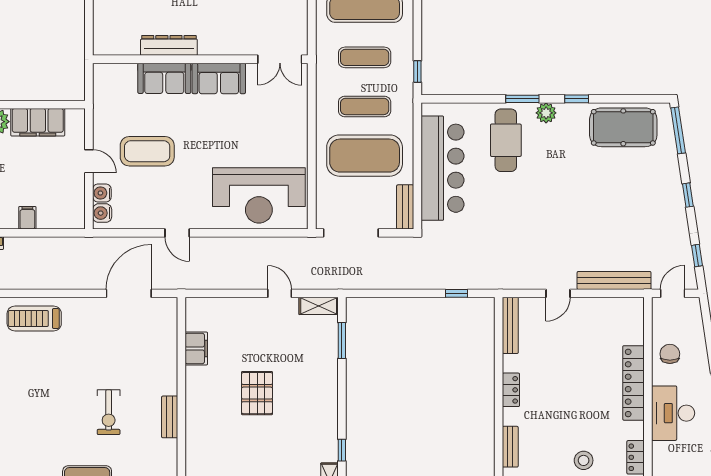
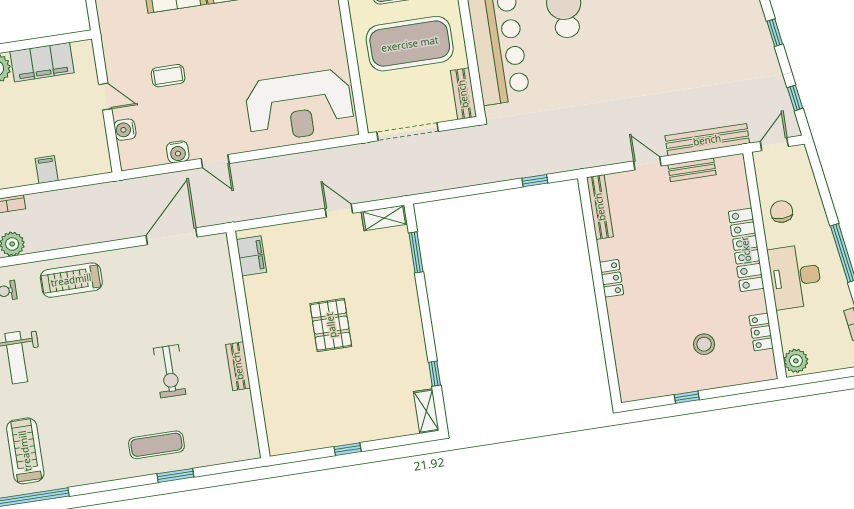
coffee table: (147, 151) -> (168, 76), width x0.54, depth x0.58
water cooler: (102, 213) -> (178, 152), moved, turned -90
door: (558, 293) -> (647, 163), swing flipped
filing cabinet: (196, 349) -> (251, 256), moved
bench: (510, 447) -> (692, 170), moved, turned 90

